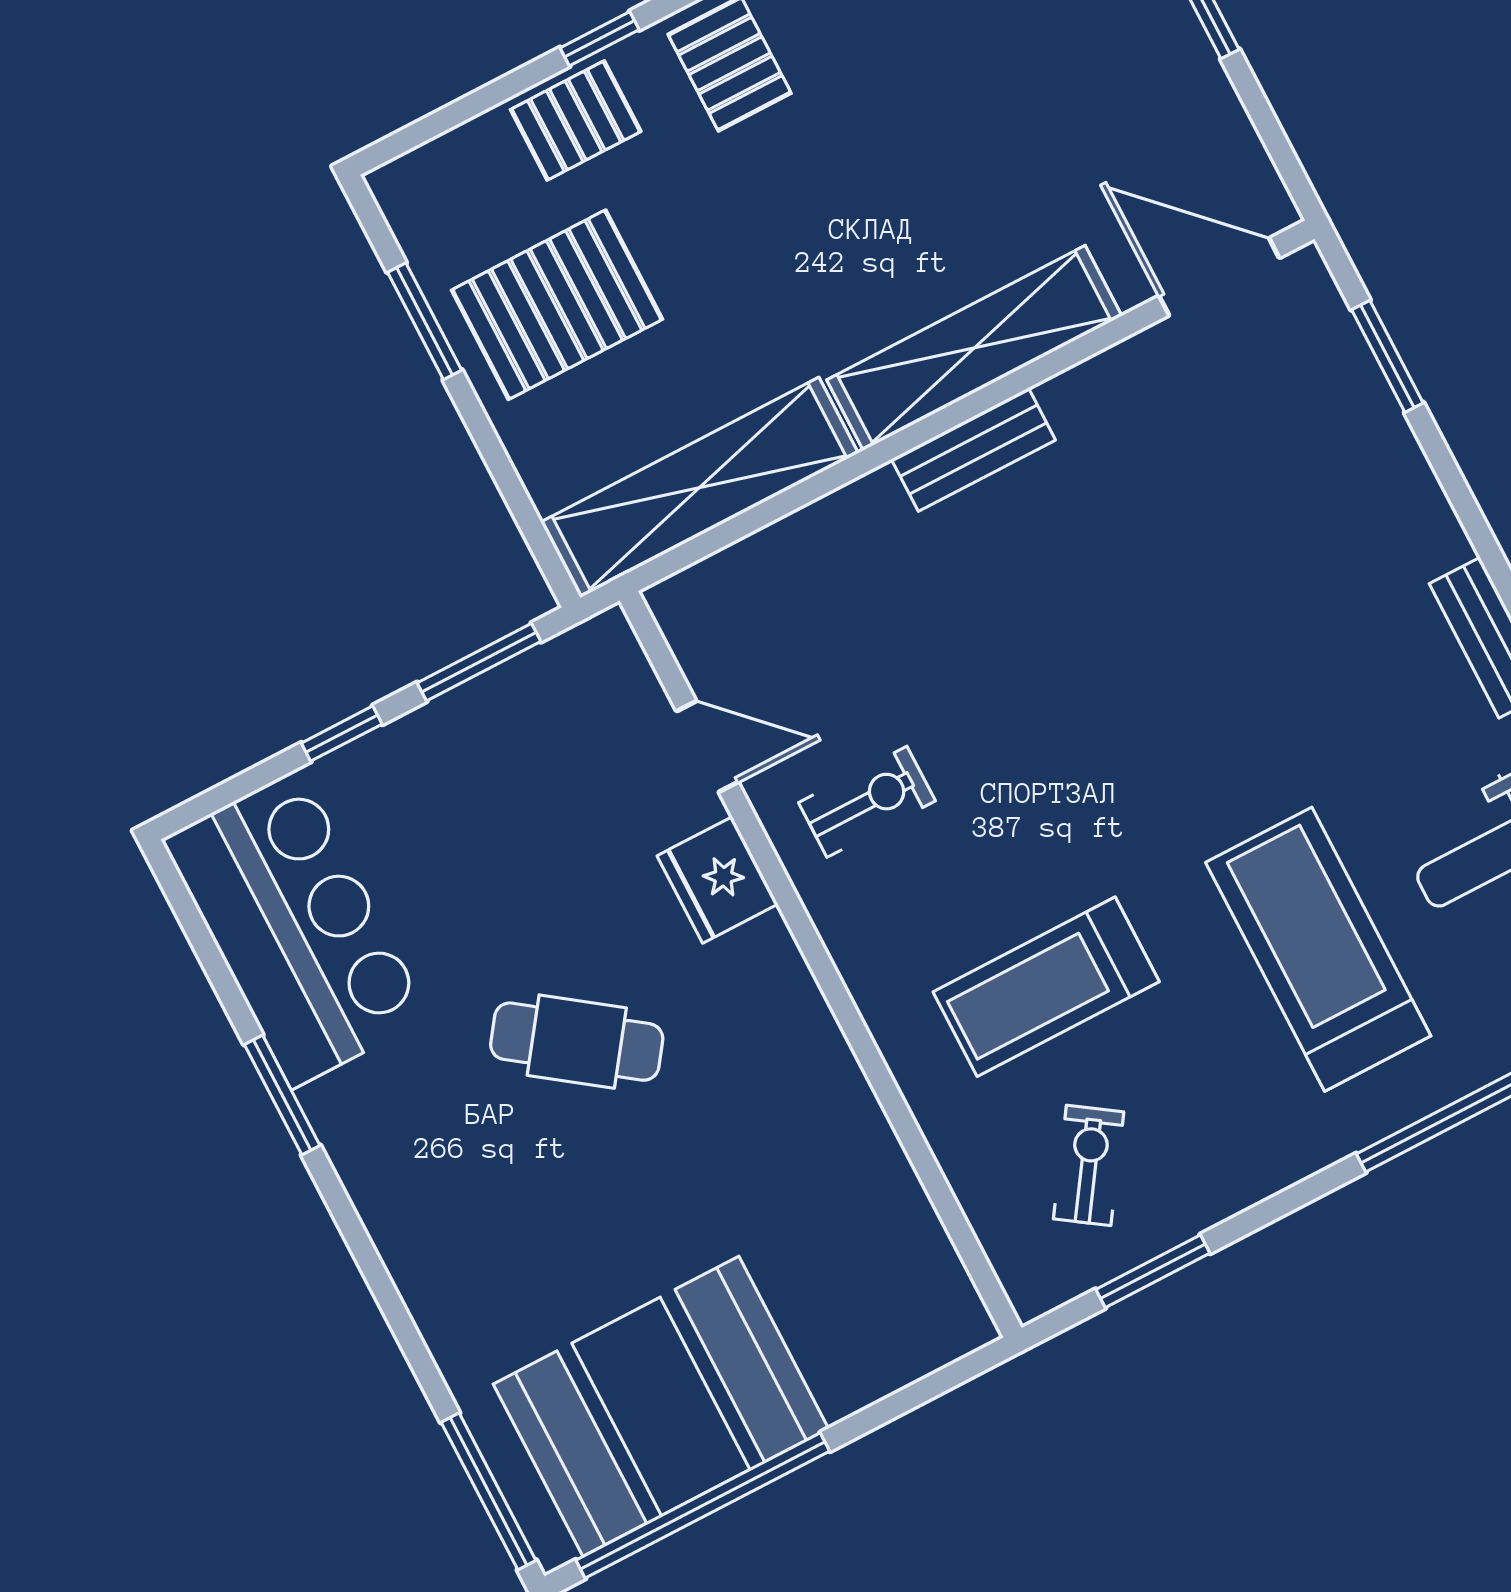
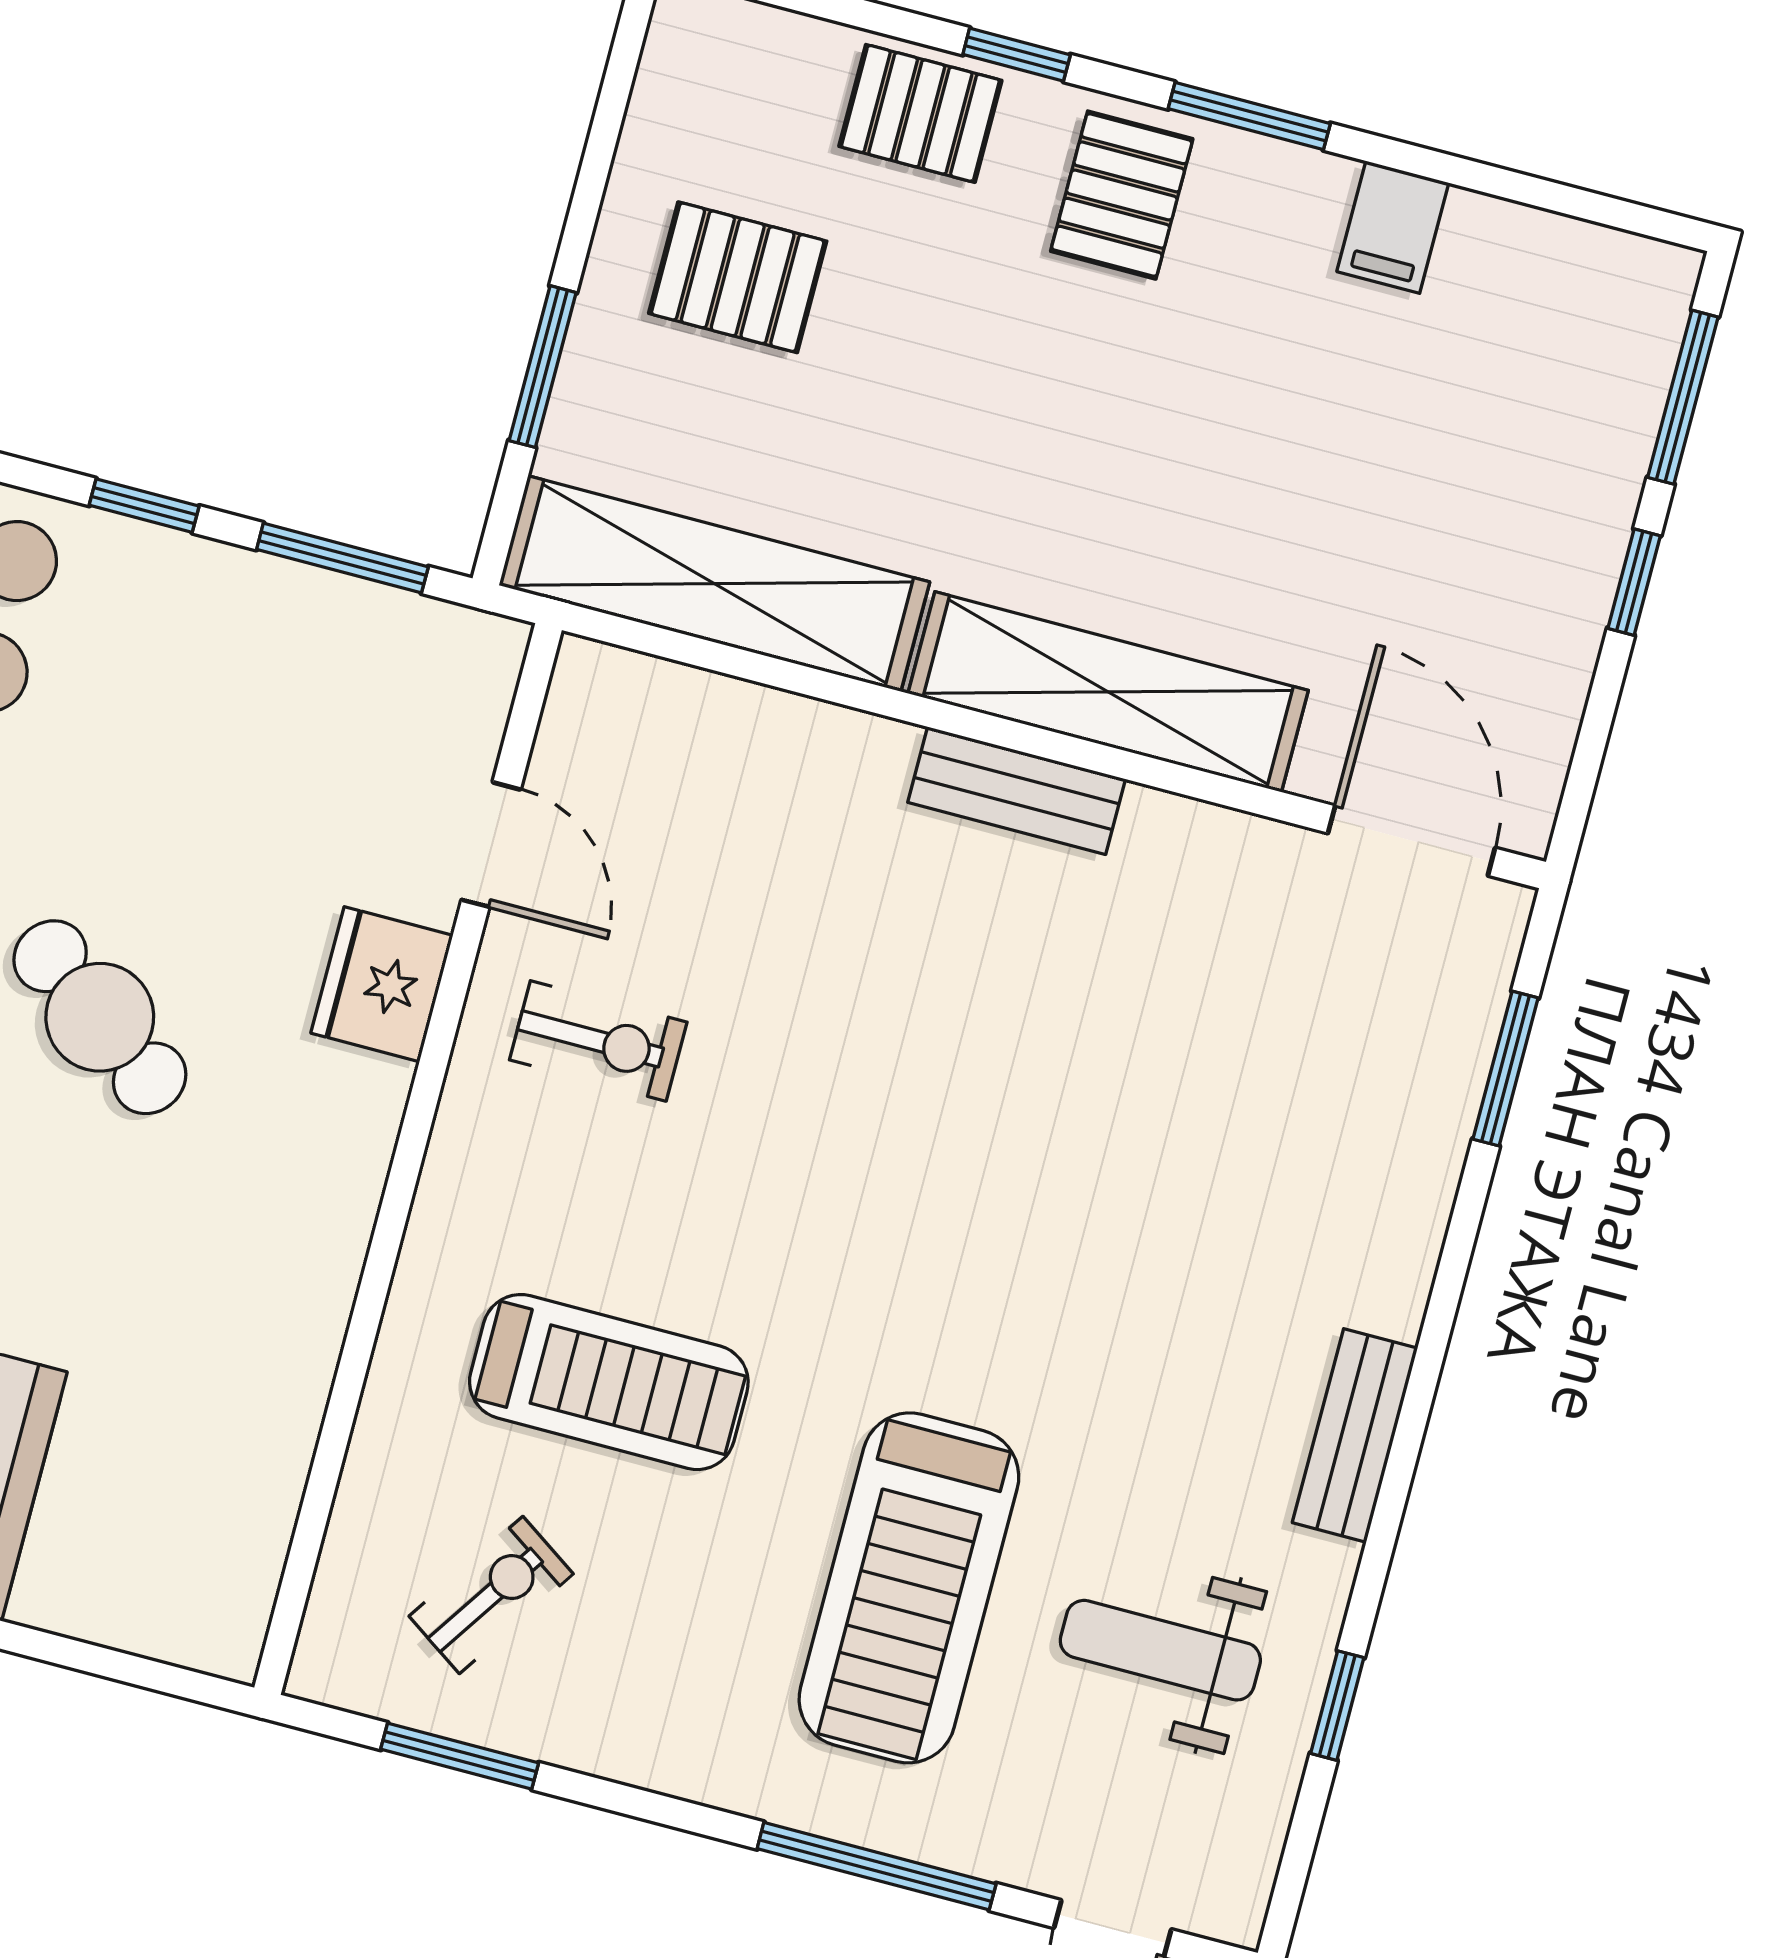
pallet: (557, 305) -> (738, 277), width x0.67, depth x0.71
window: (425, 321) -> (543, 367), moved
treadmill: (1318, 949) -> (909, 1588), turned 180
treadmill: (1046, 987) -> (609, 1382), turned 180

